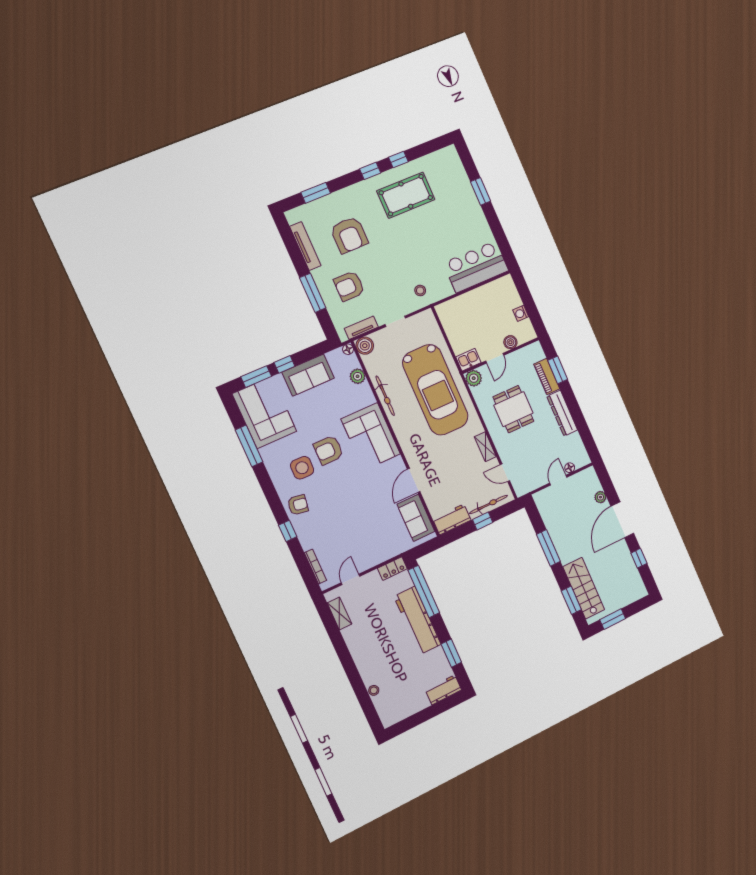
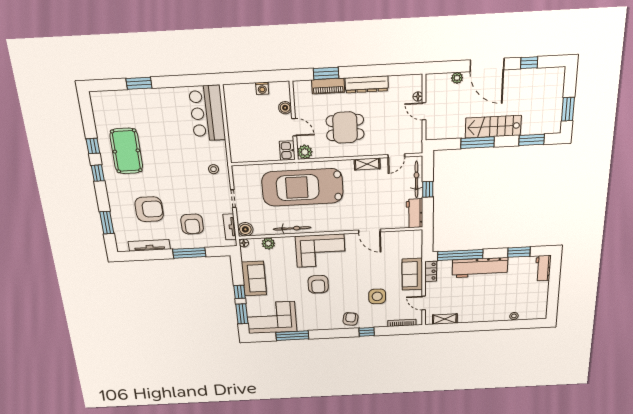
car: (435, 390) -> (302, 187), turned 180
side table: (302, 468) -> (377, 296), moved
sofa: (416, 518) -> (412, 274), moved, turned 90
stairs: (584, 588) -> (493, 127), moved

